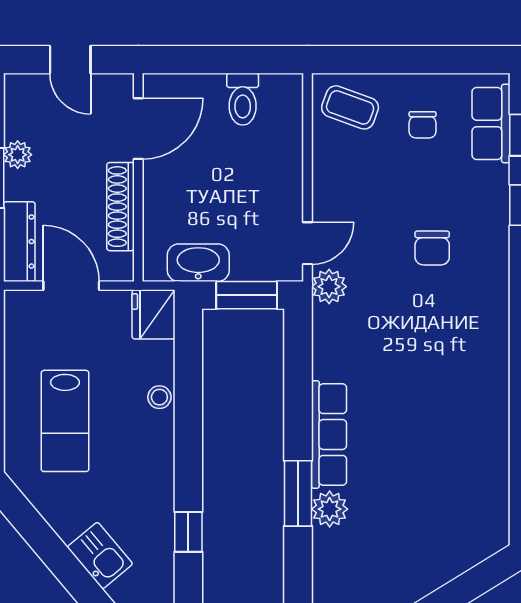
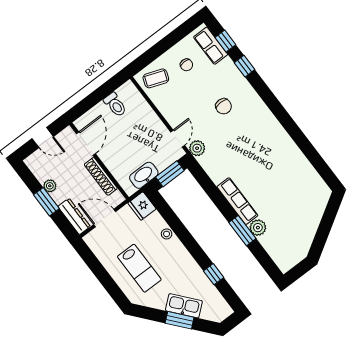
kitchen sink: (100, 556) -> (184, 306), width x1.38
window: (66, 567) -> (180, 320), added

